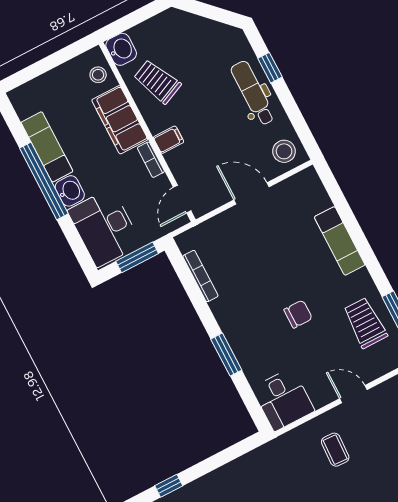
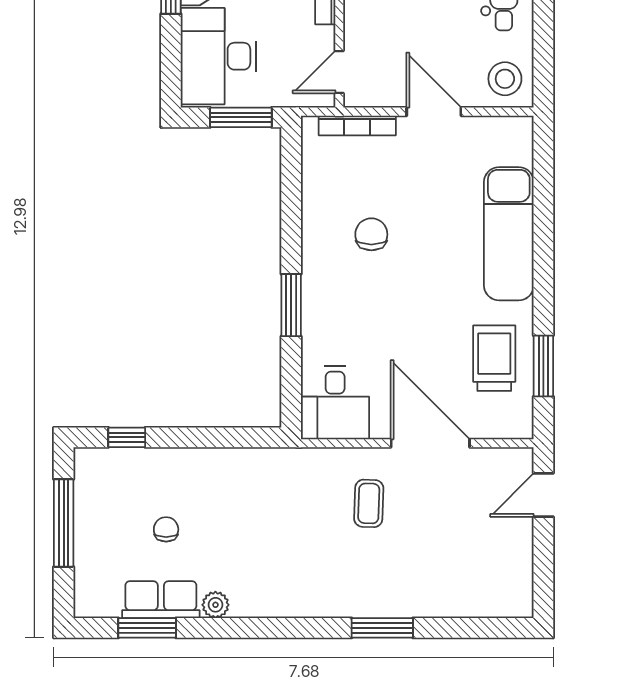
exam couch: (340, 241) -> (509, 234), width x1.36, depth x1.45
bookcase: (200, 276) -> (357, 125), moved, turned 90
chair: (298, 314) -> (371, 234), moved, turned -90
door: (353, 394) -> (430, 443), width x1.87

